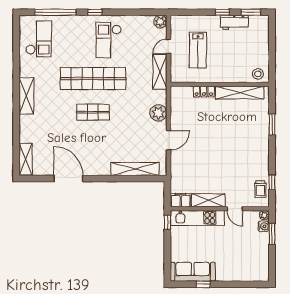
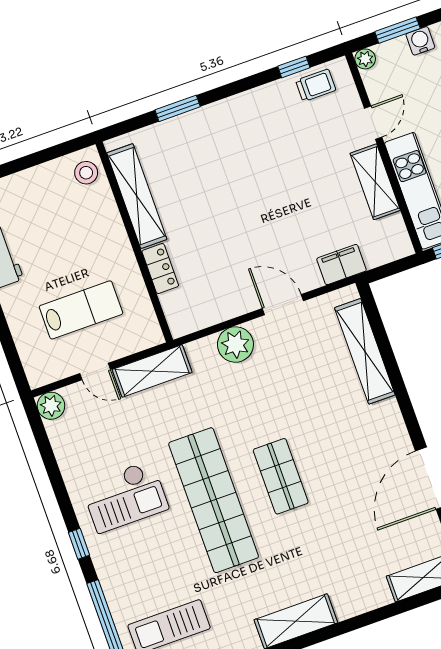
filing cabinet: (181, 200) -> (341, 265), moved, turned 90
water cooler: (264, 226) -> (420, 41), moved

